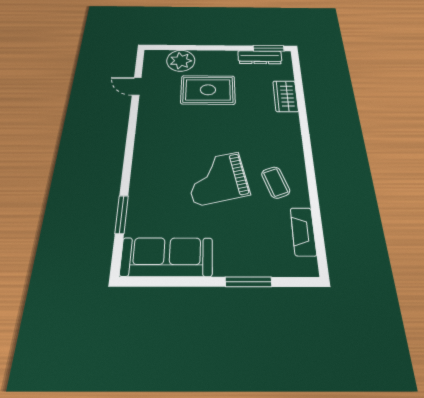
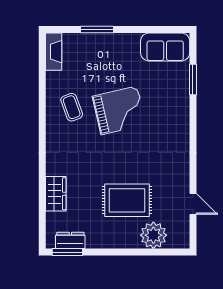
dresser: (260, 57) -> (70, 240), width x0.70
fireplace: (303, 231) -> (54, 52), moved
sofa: (167, 257) -> (165, 47), width x0.73

